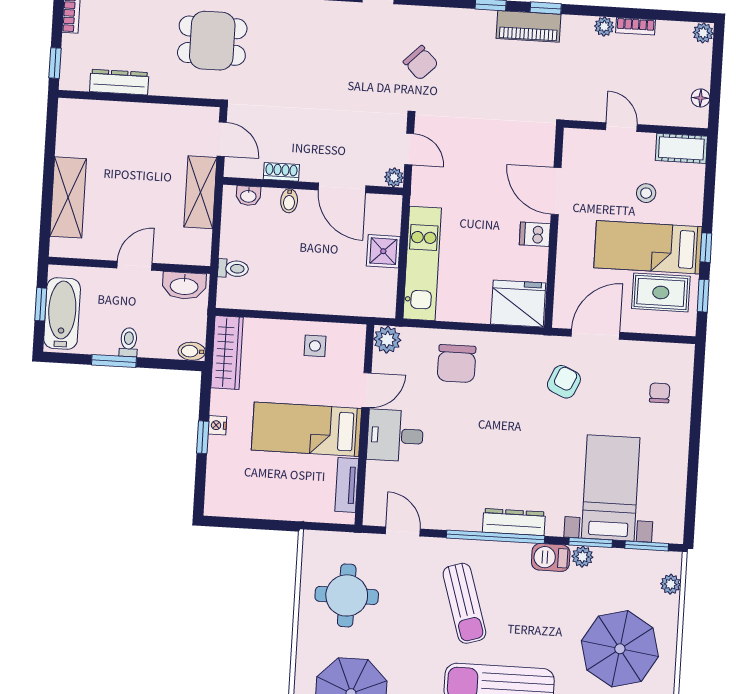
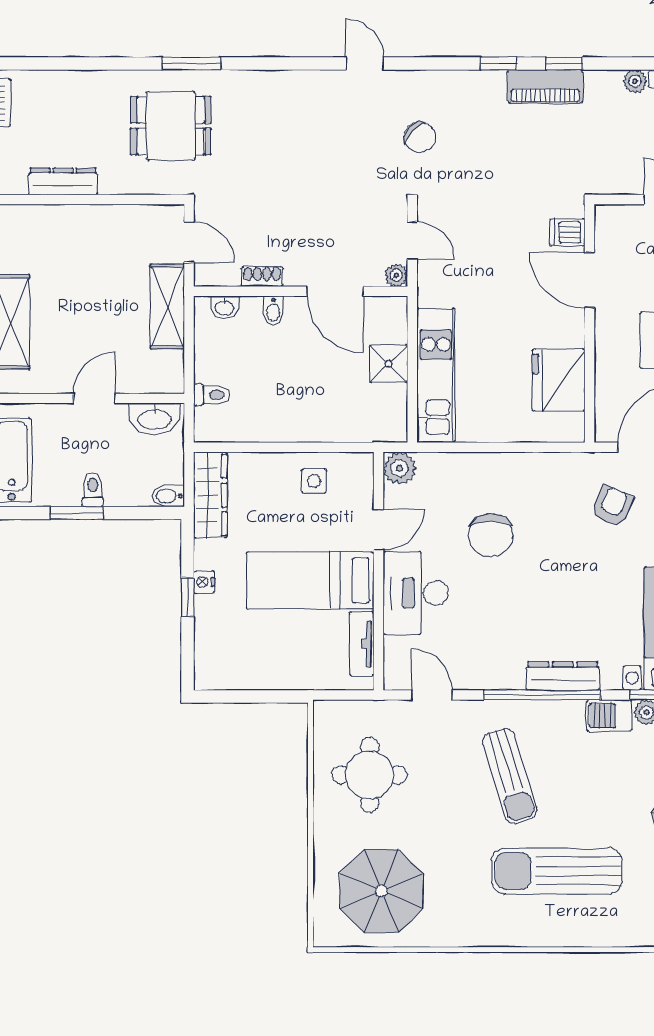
dishwasher: (535, 234) -> (567, 232), moved
fridge: (518, 304) -> (559, 380), moved, turned -90
chair: (457, 364) -> (491, 535), moved
desk: (395, 436) -> (416, 593), width x1.37

